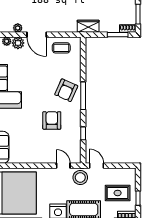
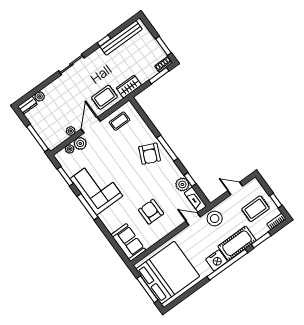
rug: (63, 21) -> (104, 97), added
door: (37, 35) -> (91, 125), swing flipped
armchair: (52, 120) -> (151, 212), moved
plant: (74, 133) -> (182, 184), added
fireplace: (76, 152) -> (195, 200), added
door: (97, 166) -> (235, 188), moved

